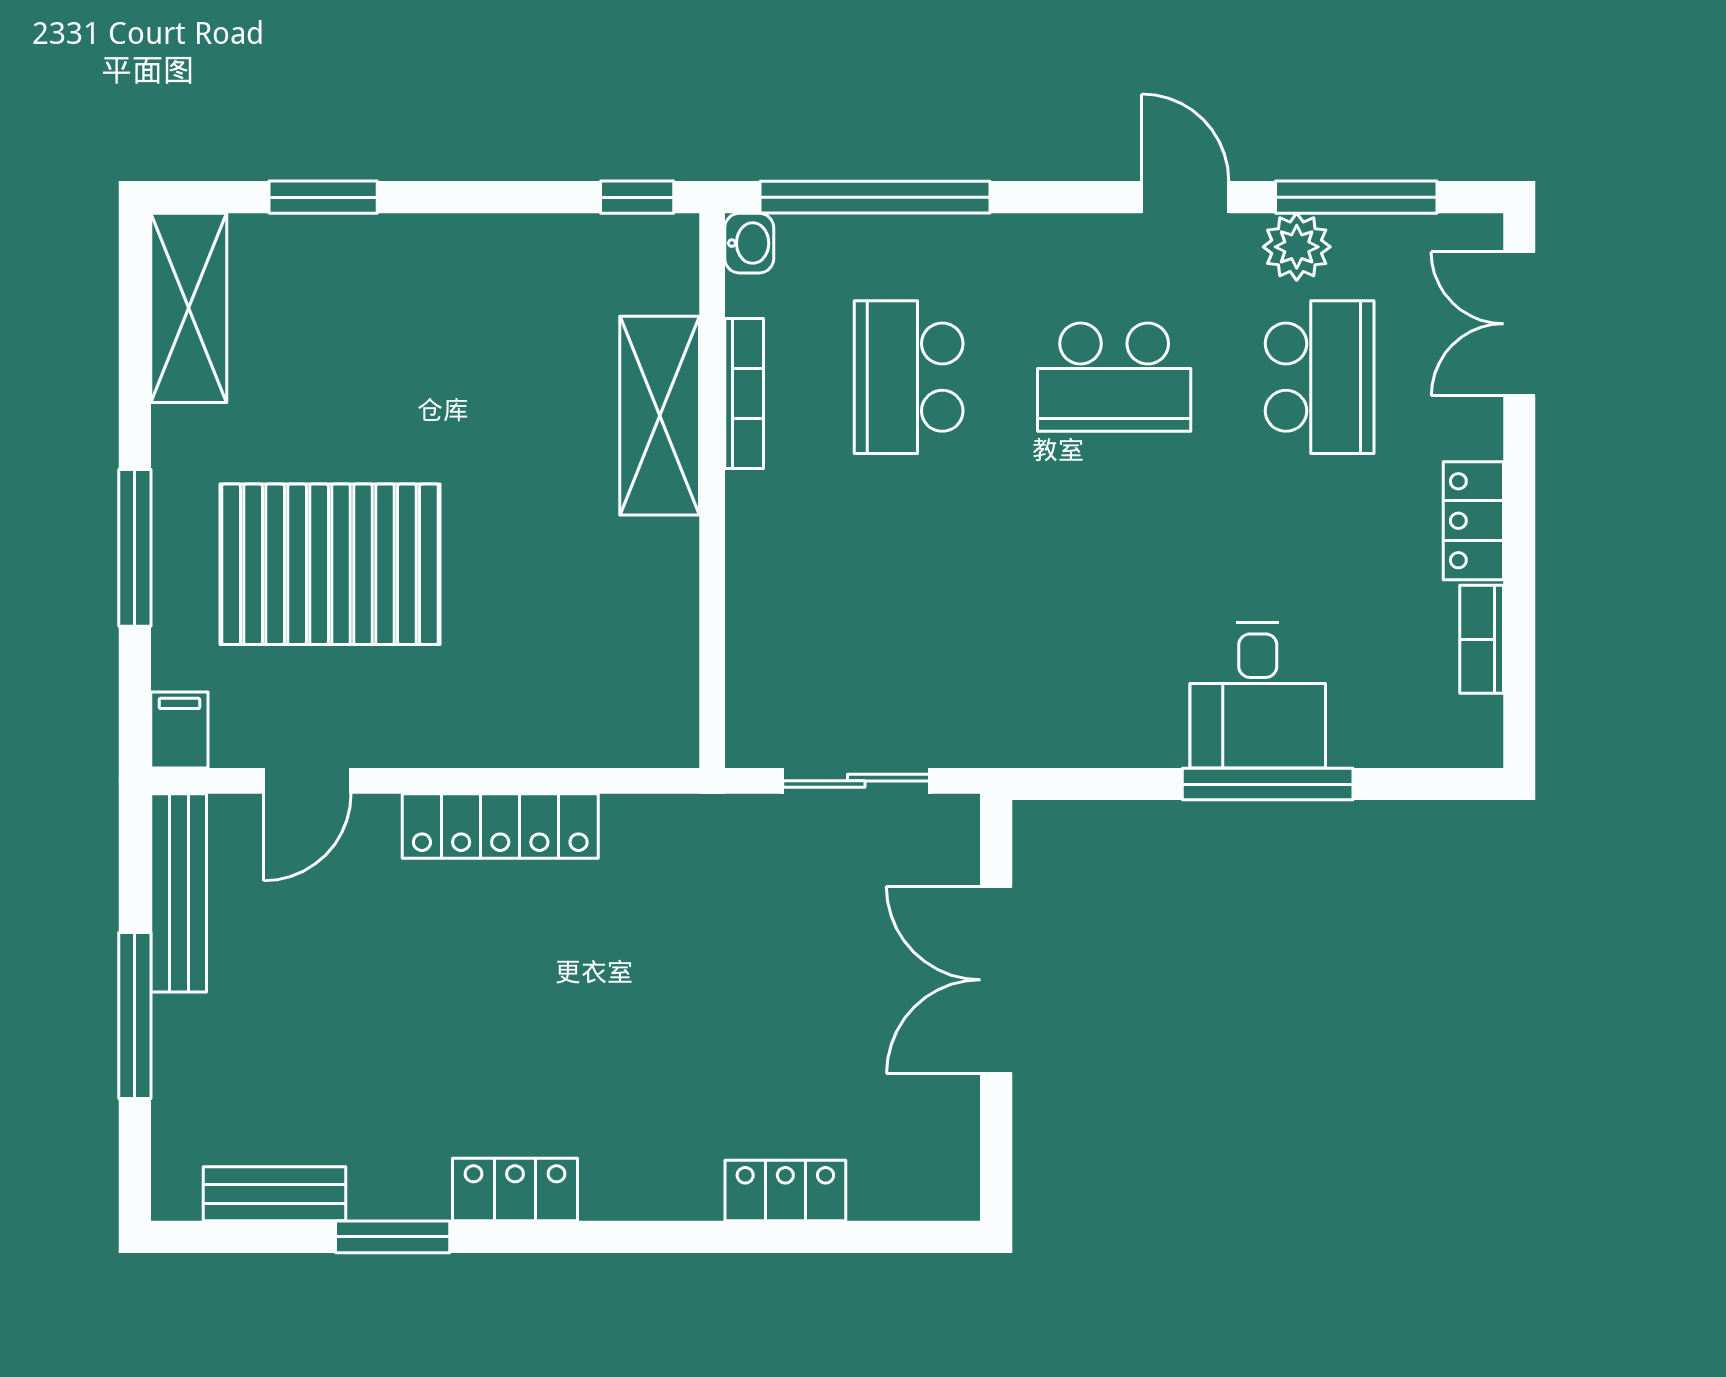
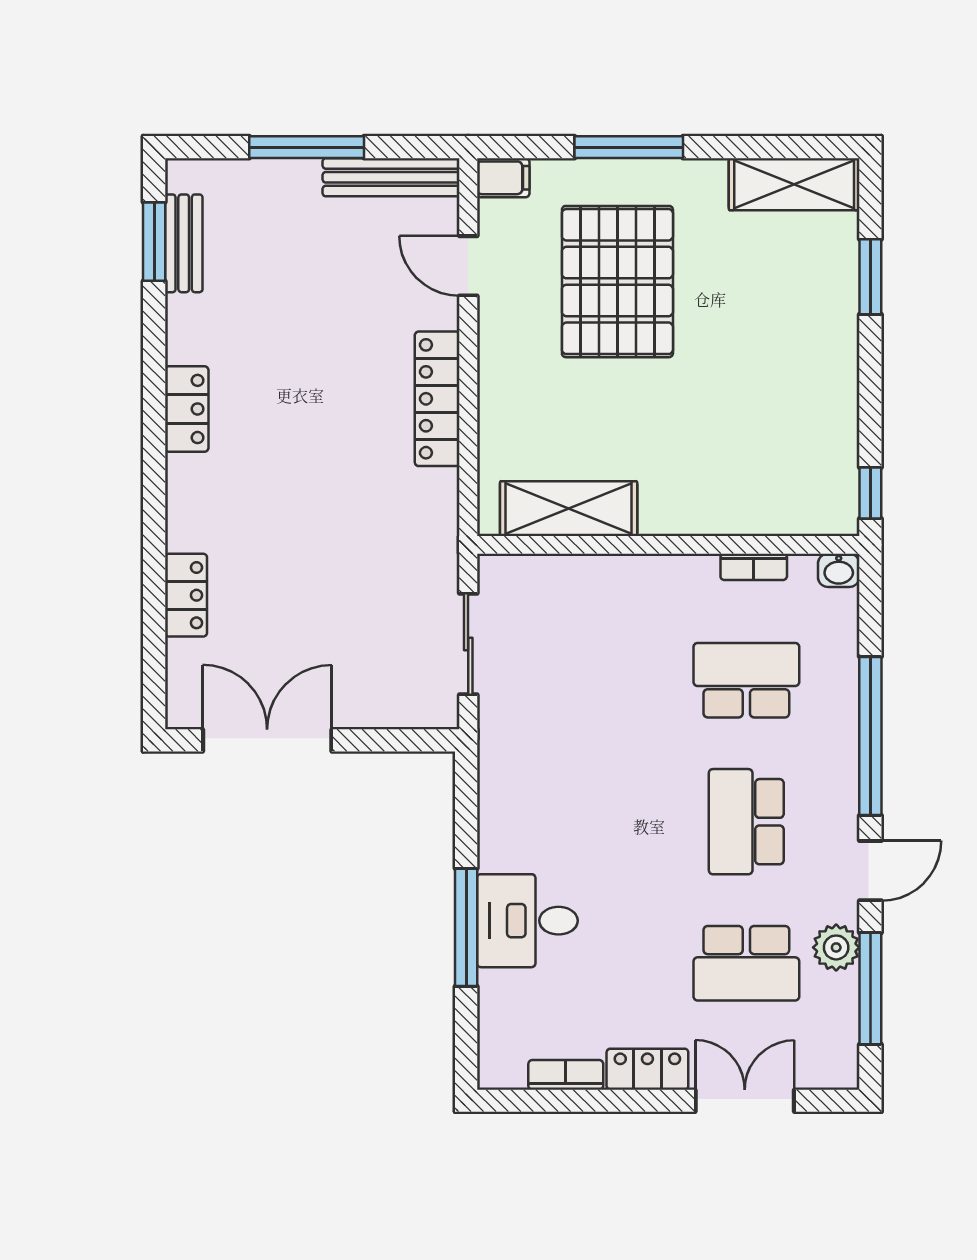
window: (875, 197) -> (870, 736), moved
double door: (1519, 324) -> (745, 1101), moved
bookcase: (744, 394) -> (754, 567), width x0.64
shelving: (660, 416) -> (569, 509), moved
double door: (996, 980) -> (267, 740), moved
window: (393, 1237) -> (154, 242), moved

